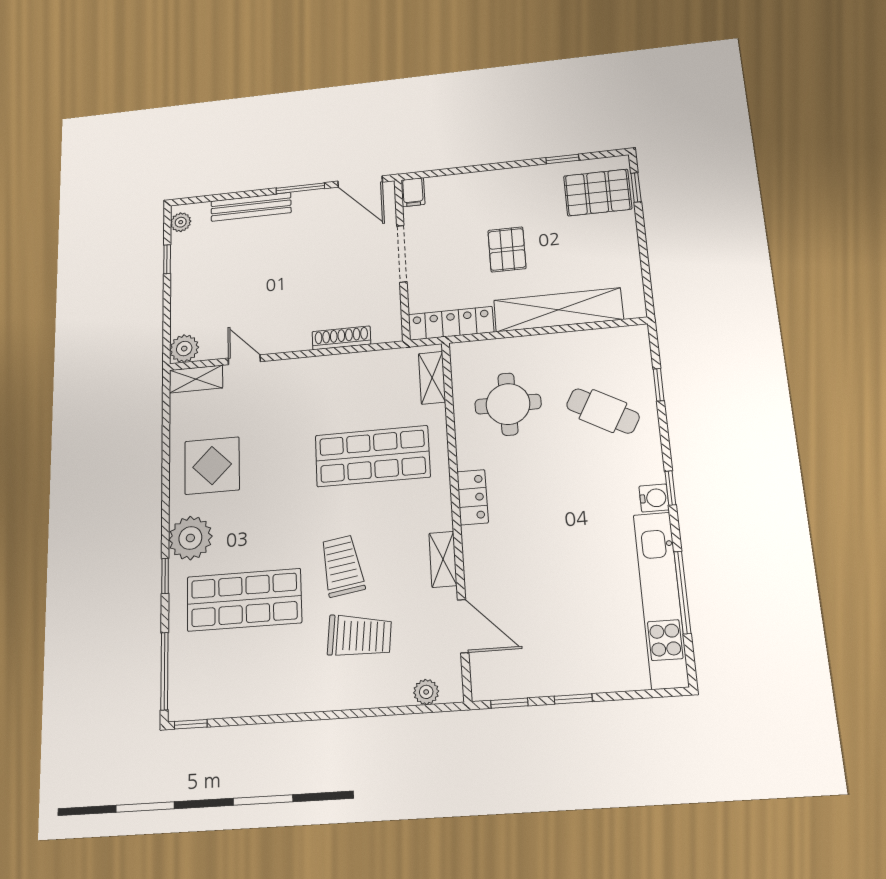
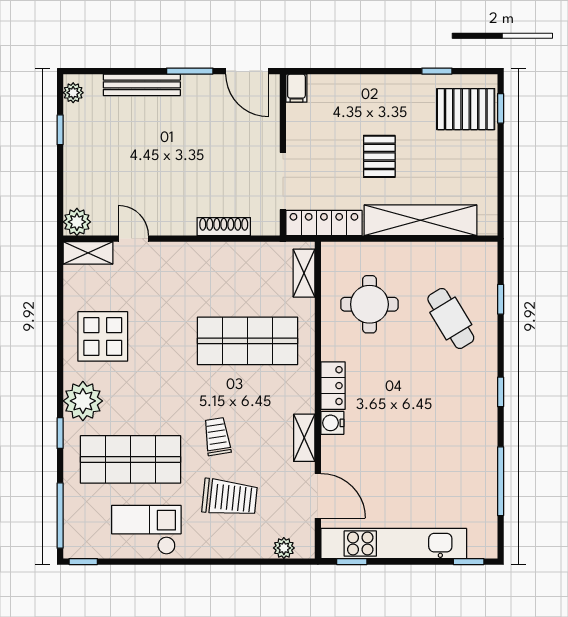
doorway: (402, 254) -> (283, 181), moved
cafe table: (603, 411) -> (451, 318), turned 30
water cooler: (654, 498) -> (332, 423), moved, turned 180
trolley: (342, 566) -> (217, 437), width x0.73, depth x0.72
kitchen unit: (661, 599) -> (394, 544), moved, turned 90
checkout: (263, 681) -> (146, 530), added
window: (573, 699) -> (469, 562), moved

